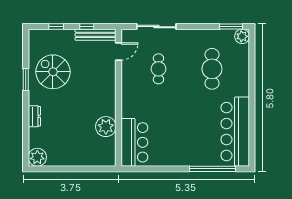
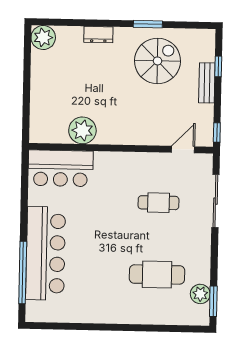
window: (87, 27) -> (217, 132), moved
bench: (96, 35) -> (207, 83), moved, width x0.73
plant: (242, 36) -> (200, 294), moved
door: (118, 51) -> (183, 149), swing flipped
bar counter: (235, 132) -> (46, 253), moved, turned 90

